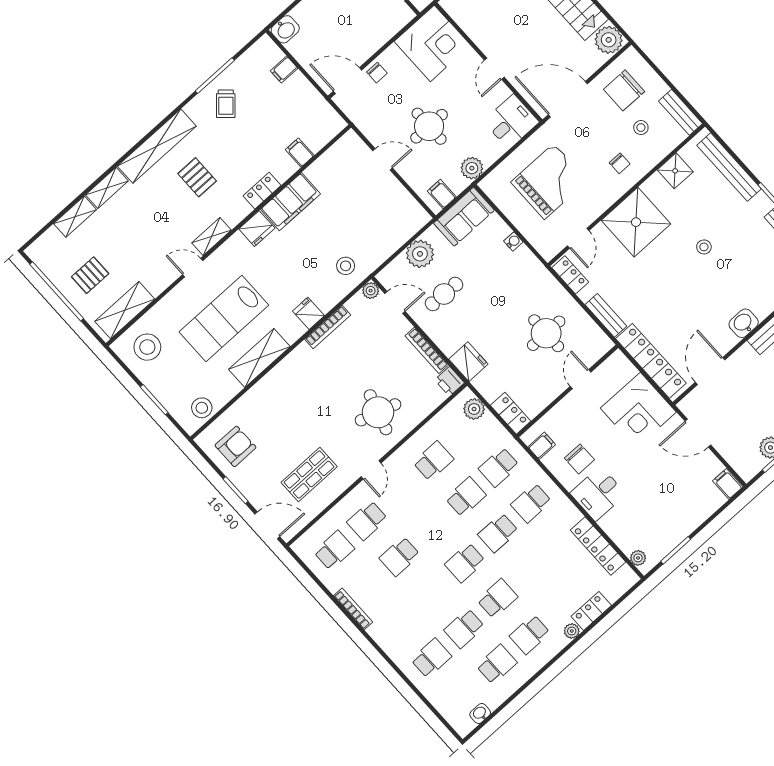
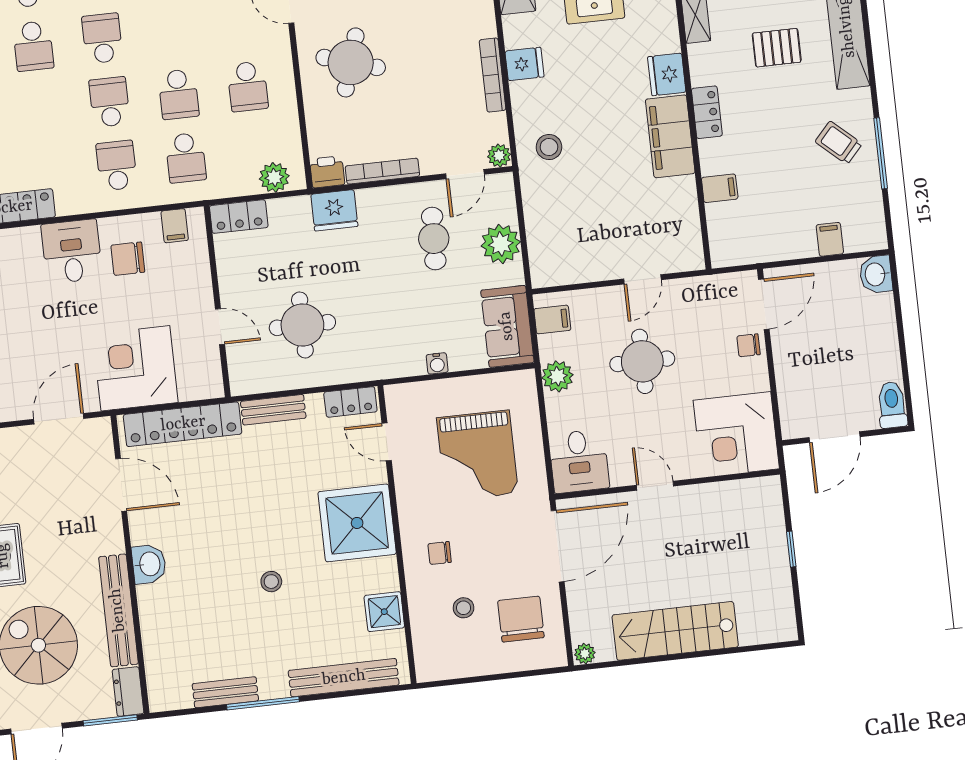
plant: (609, 40) -> (585, 654), width x0.53, depth x0.53
bench: (681, 112) -> (448, 667), removed
school desk: (499, 467) -> (186, 158), turned 180

